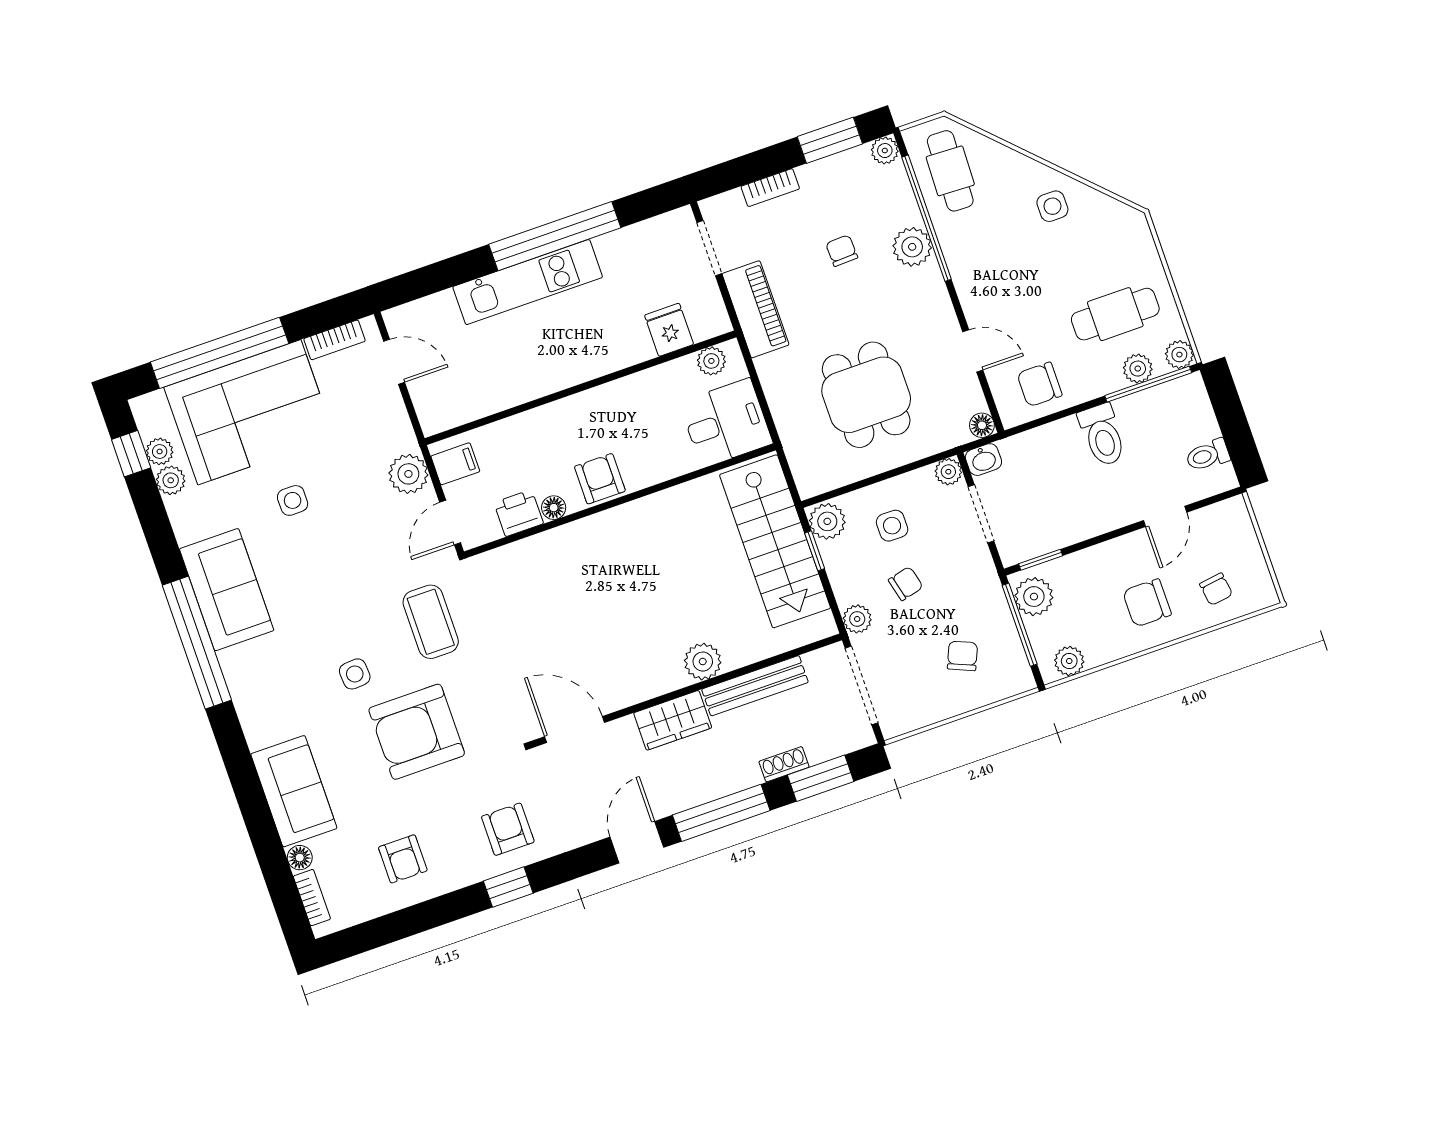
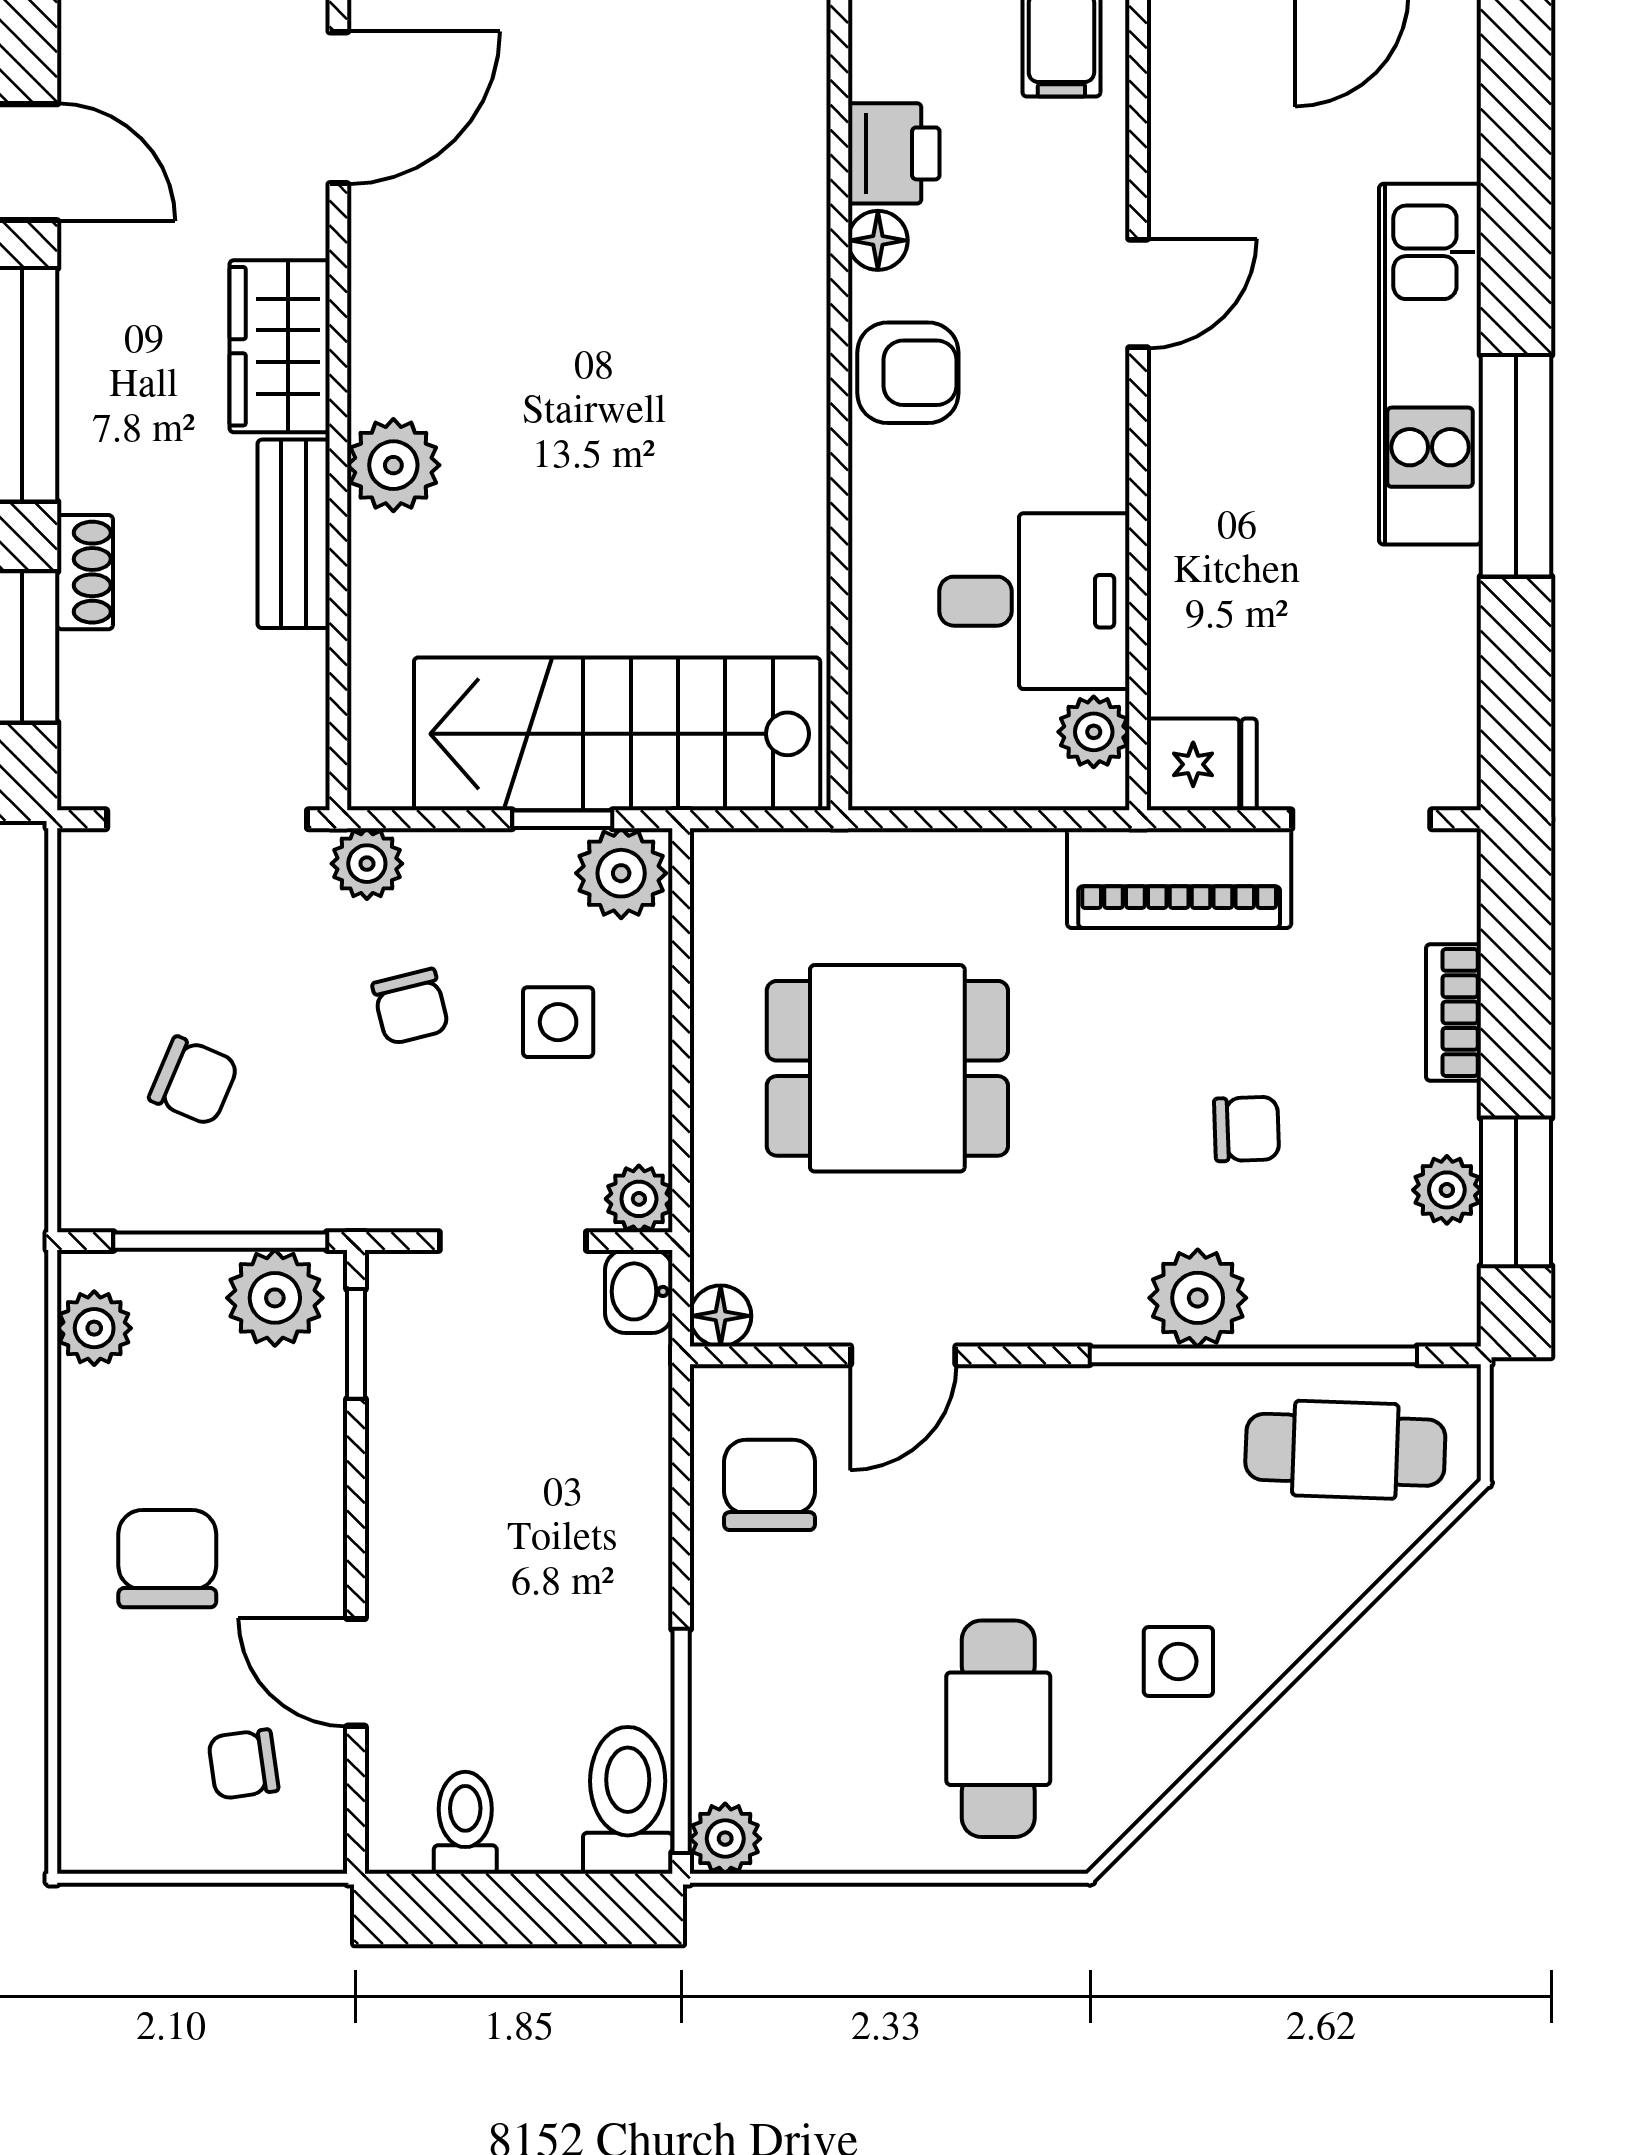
plant: (885, 151) -> (1447, 1190), moved
window: (555, 236) -> (1516, 466), width x0.68
cafe table: (1115, 314) -> (998, 1729), moved
fridge: (669, 330) -> (1202, 764), moved
plant: (1138, 369) -> (726, 1729), removed
door: (539, 402) -> (1138, 293), added
desk: (726, 423) -> (1034, 601), moved, turned -90
toilet: (1102, 435) -> (628, 1800), moved, turned 90
chair: (1216, 589) -> (243, 1764), moved
bench: (755, 686) -> (294, 534), width x0.73

